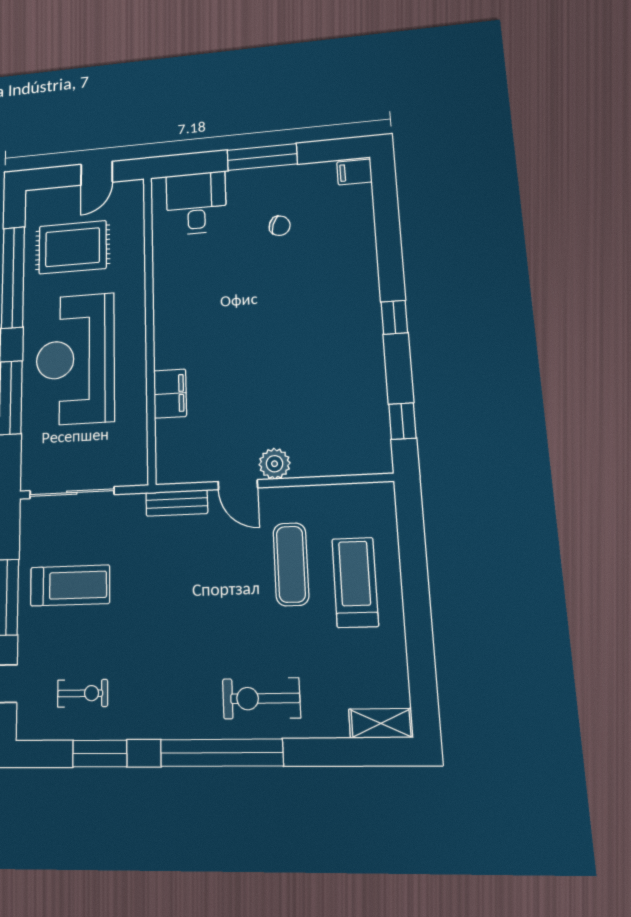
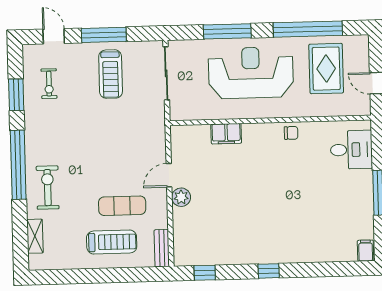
chair: (280, 226) -> (291, 133), moved, turned -108
bench: (177, 503) -> (162, 248), moved
shelving: (381, 723) -> (35, 236), moved

